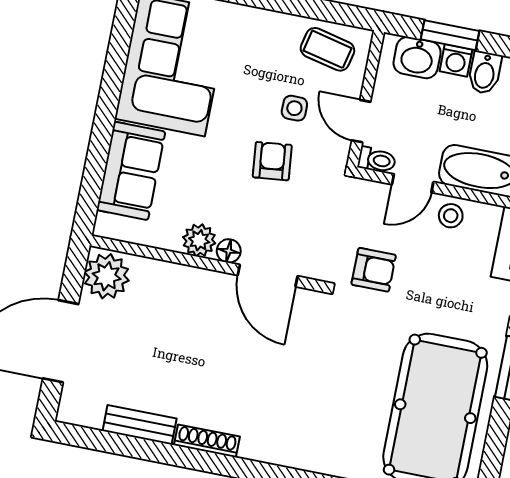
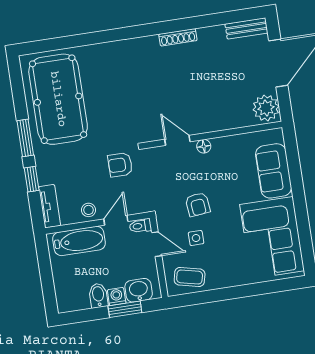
plant: (199, 240) -> (222, 146), removed
door: (268, 276) -> (177, 140), width x0.73
bench: (140, 425) -> (246, 28), moved

